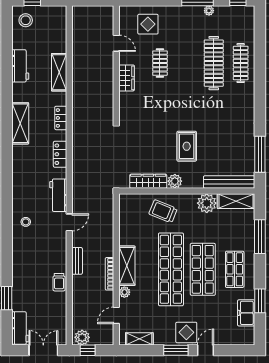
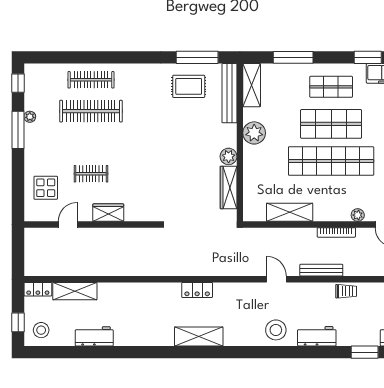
shelving: (59, 72) -> (75, 291), moved
locker: (61, 118) -> (38, 289), moved
shelving: (20, 123) -> (199, 336), moved
rug: (187, 146) -> (189, 86), moved
workbench: (58, 195) -> (317, 336), moved, turned 180
plant: (207, 203) -> (254, 133), moved
trolley: (163, 211) -> (264, 170), removed
stool: (26, 222) -> (276, 330), width x1.89, depth x1.89
bench: (77, 261) -> (321, 270), width x1.36
shelving: (127, 266) -> (290, 212), moved

